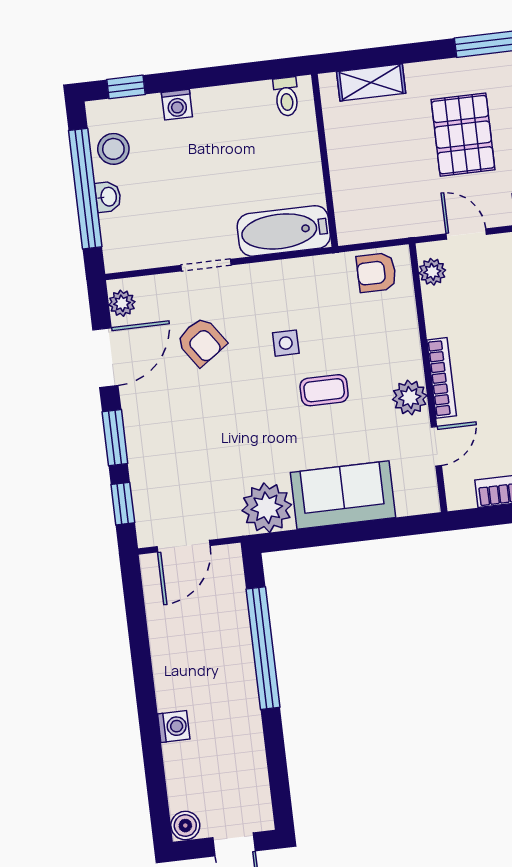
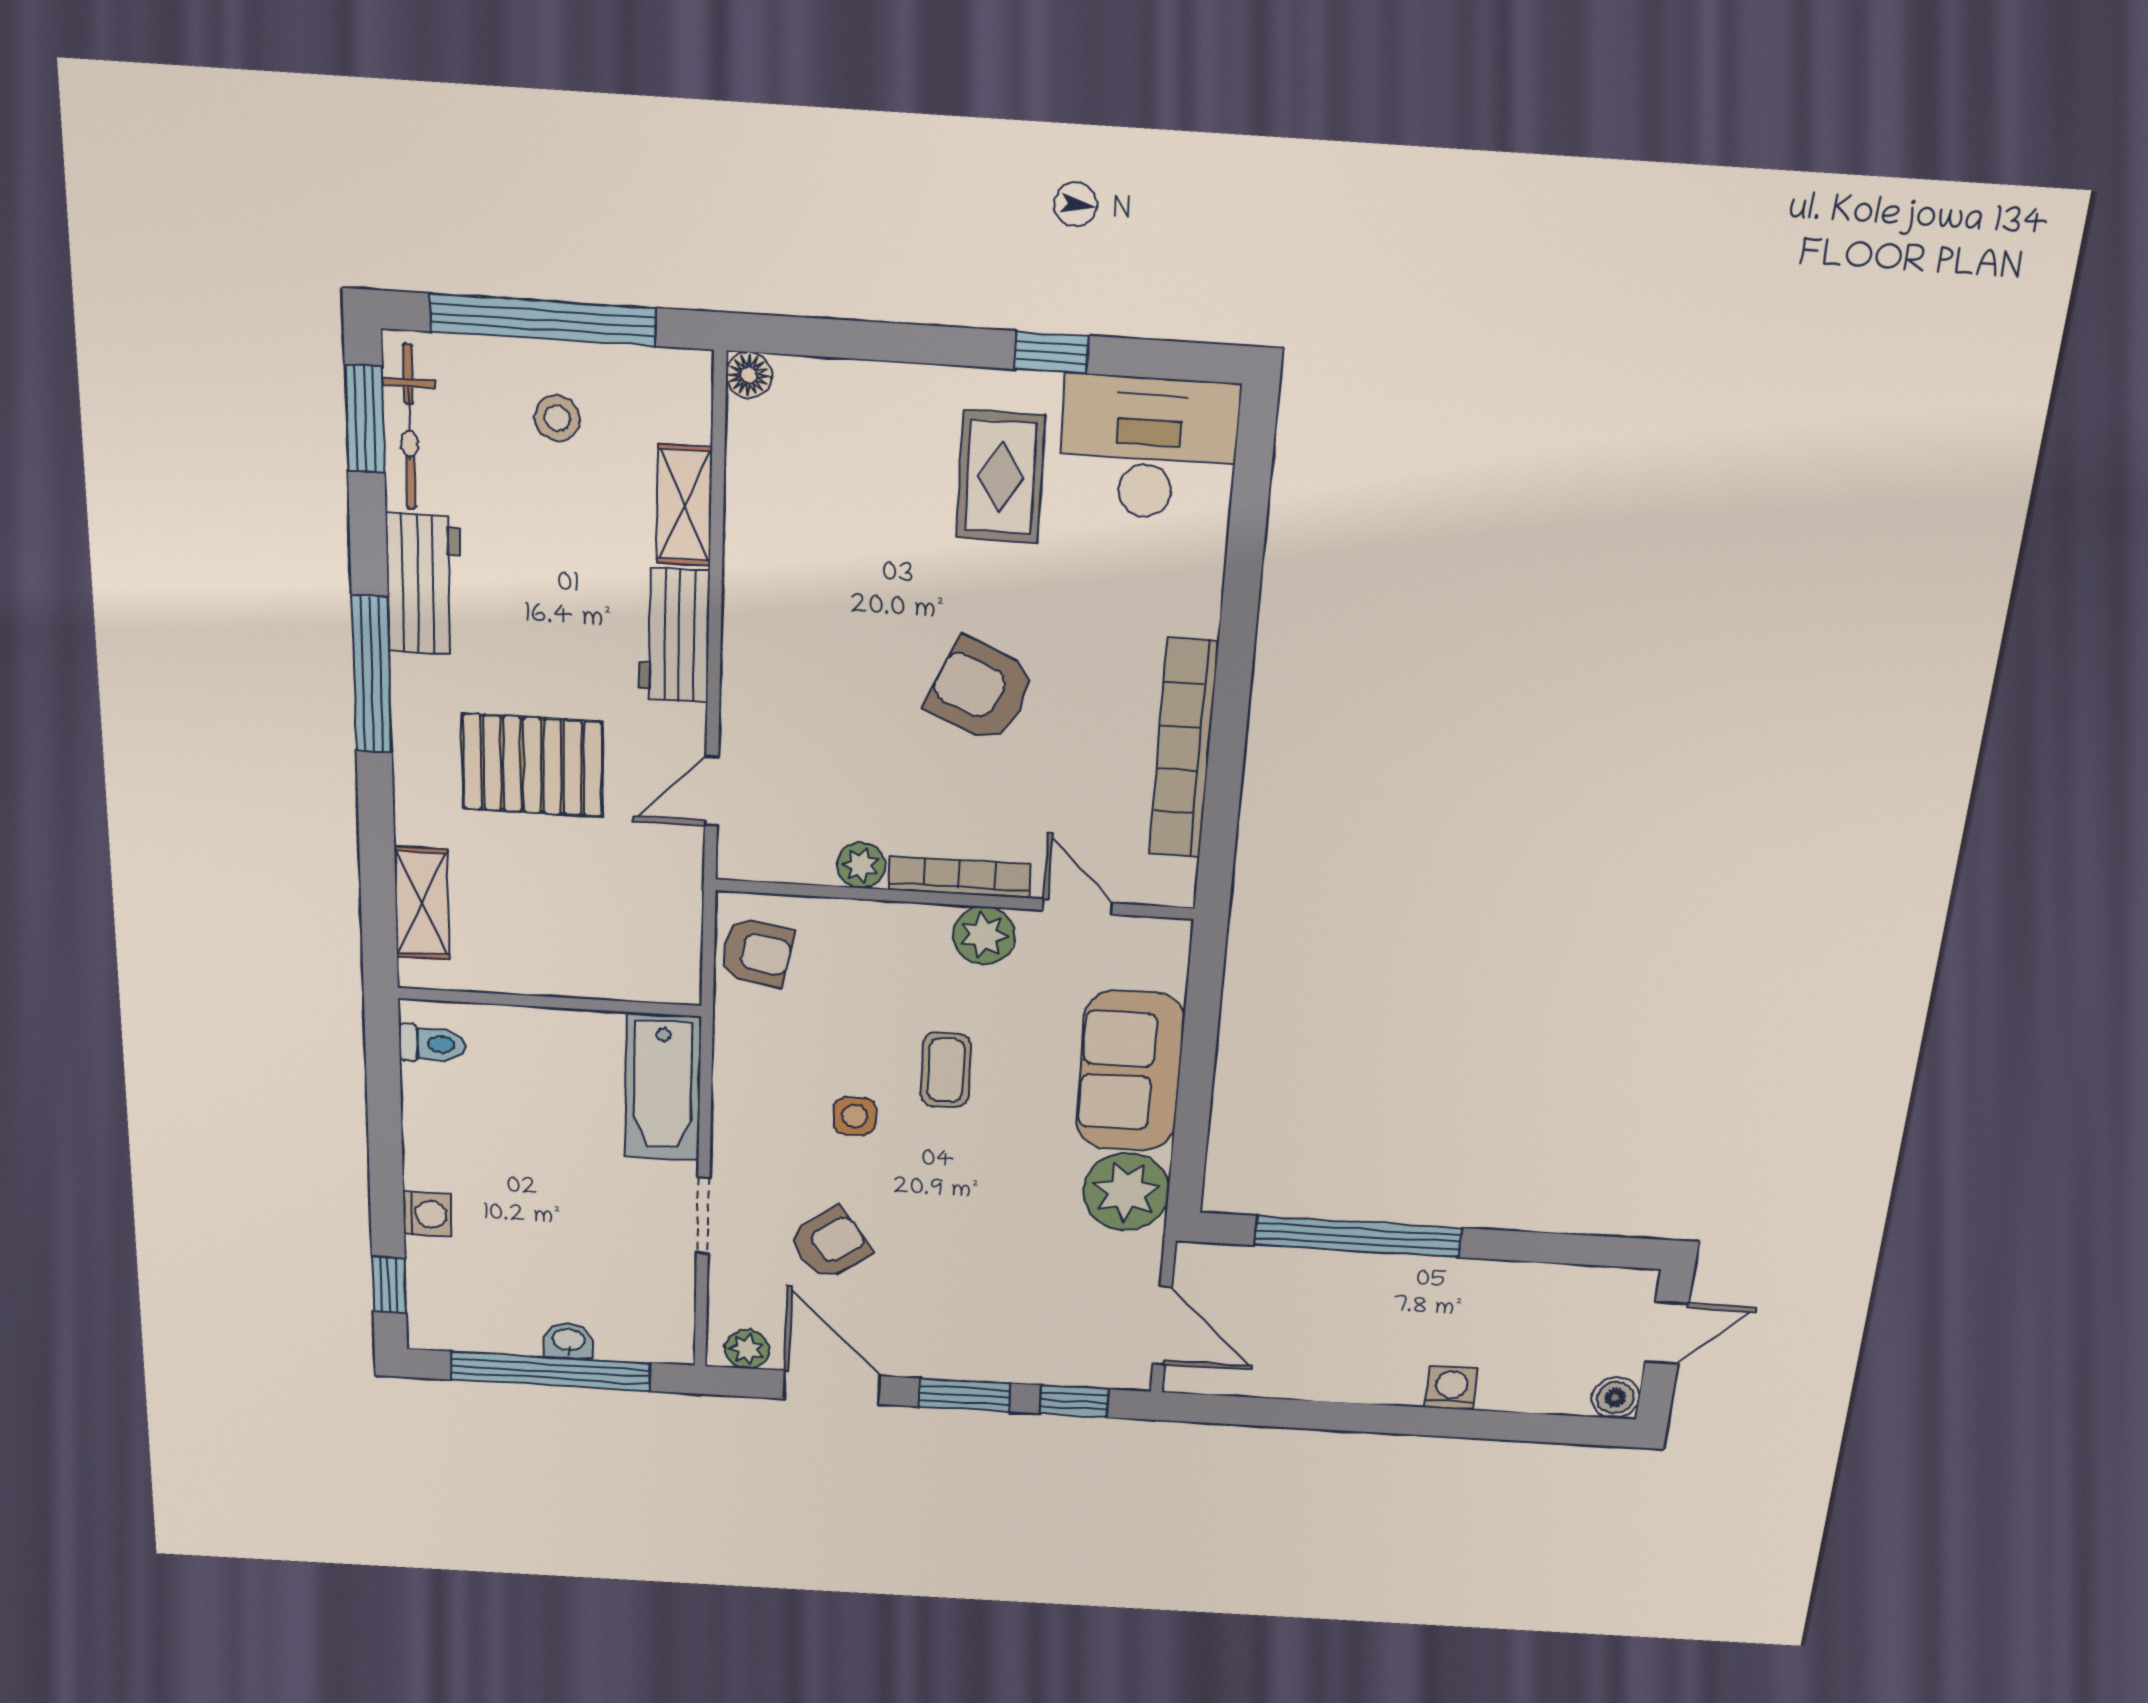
stool: (113, 149) -> (490, 1320), removed
plant: (432, 272) -> (861, 865), moved
armchair: (376, 273) -> (757, 952), turned -79

